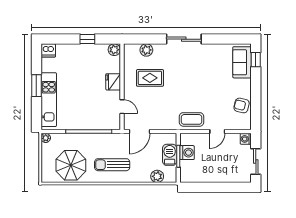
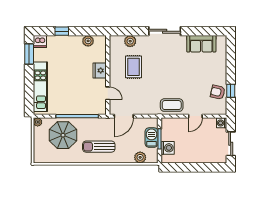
window: (87, 39) -> (62, 31), moved
plant: (114, 50) -> (88, 41), moved
window: (256, 60) -> (231, 91), moved
sofa: (242, 62) -> (201, 44), moved, turned -90
rug: (150, 78) -> (133, 67), turned 90
window: (36, 86) -> (29, 54), moved
washing machine: (187, 153) -> (168, 148), moved
parasol: (71, 165) -> (63, 135), moved

